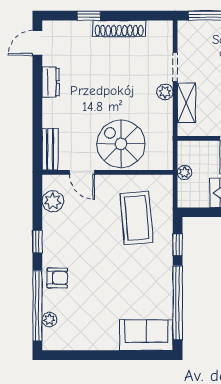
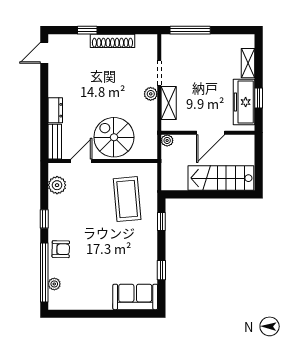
dresser: (51, 82) -> (55, 110), moved
door: (82, 172) -> (81, 161), swing flipped
plant: (185, 173) -> (167, 140), moved
window: (178, 303) -> (161, 270), width x0.32

